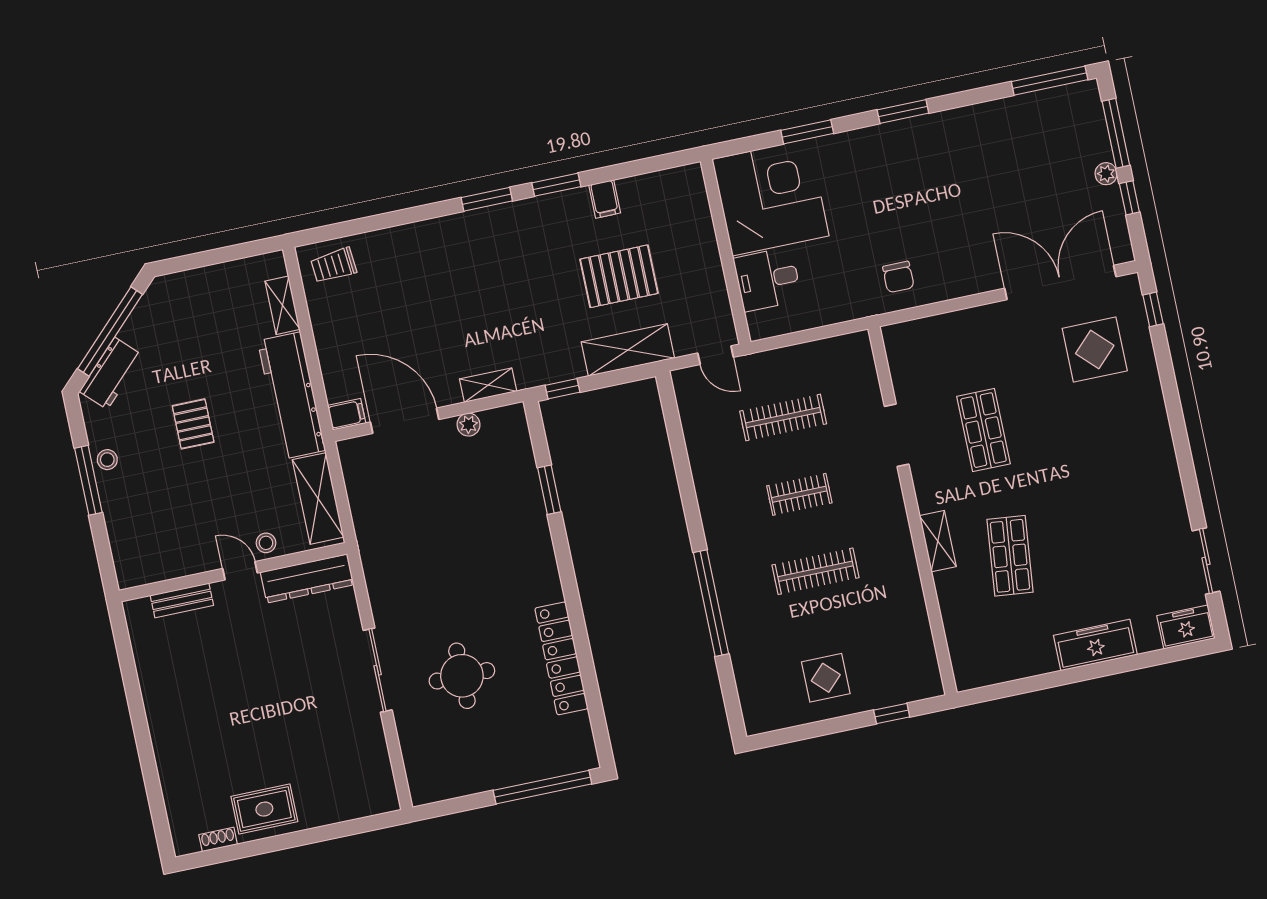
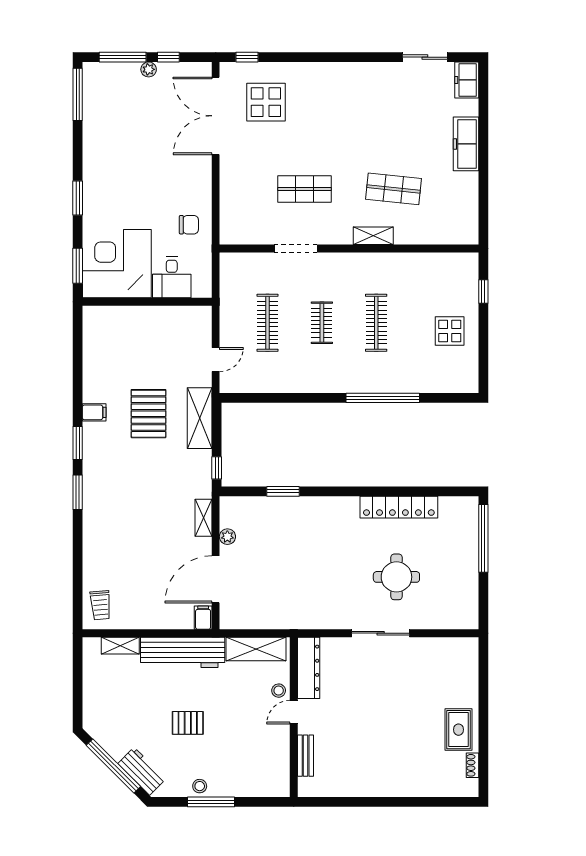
corner desk: (771, 197) -> (117, 264), moved
wall: (726, 252) -> (147, 302), moved
desk: (768, 279) -> (172, 277), moved

